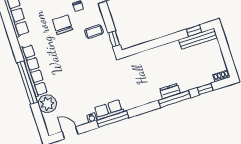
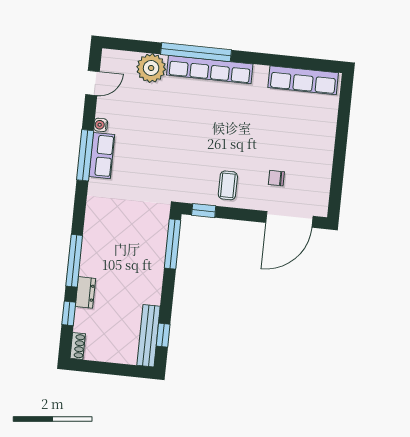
chair: (62, 25) -> (259, 143), removed
window: (141, 48) -> (173, 244), added
dresser: (170, 91) -> (85, 292), moved

